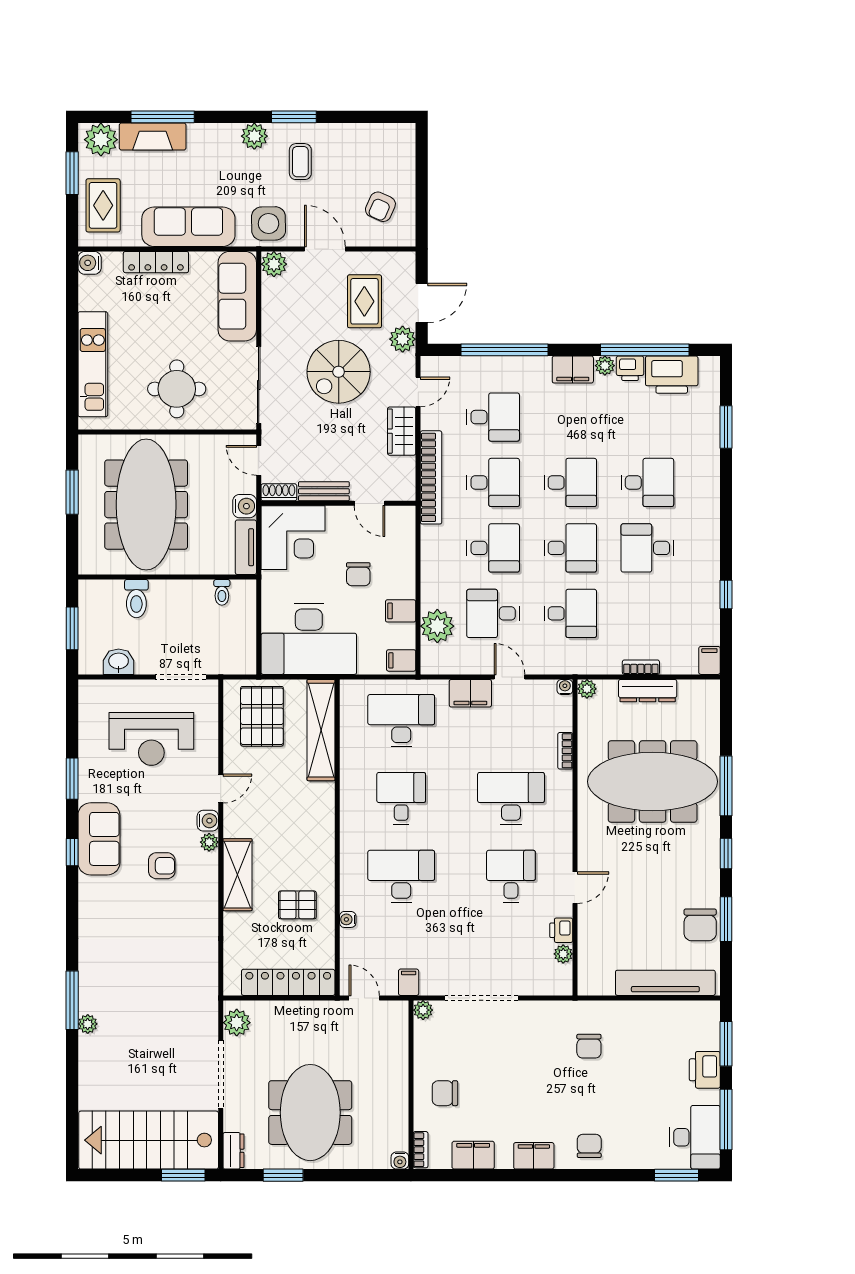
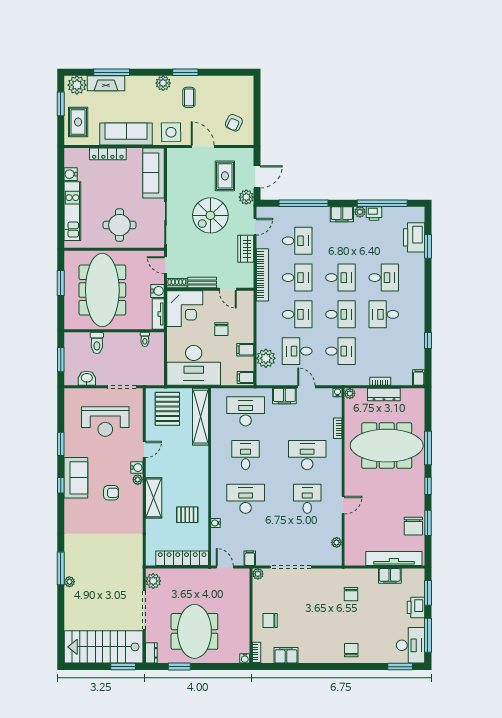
water cooler: (90, 263) -> (71, 174), moved
plant: (274, 264) -> (174, 155), removed
printer: (672, 375) -> (414, 237), moved, turned 90
printer: (561, 930) -> (335, 529), removed
filing cabinet: (534, 1156) -> (390, 576), moved, turned 180

